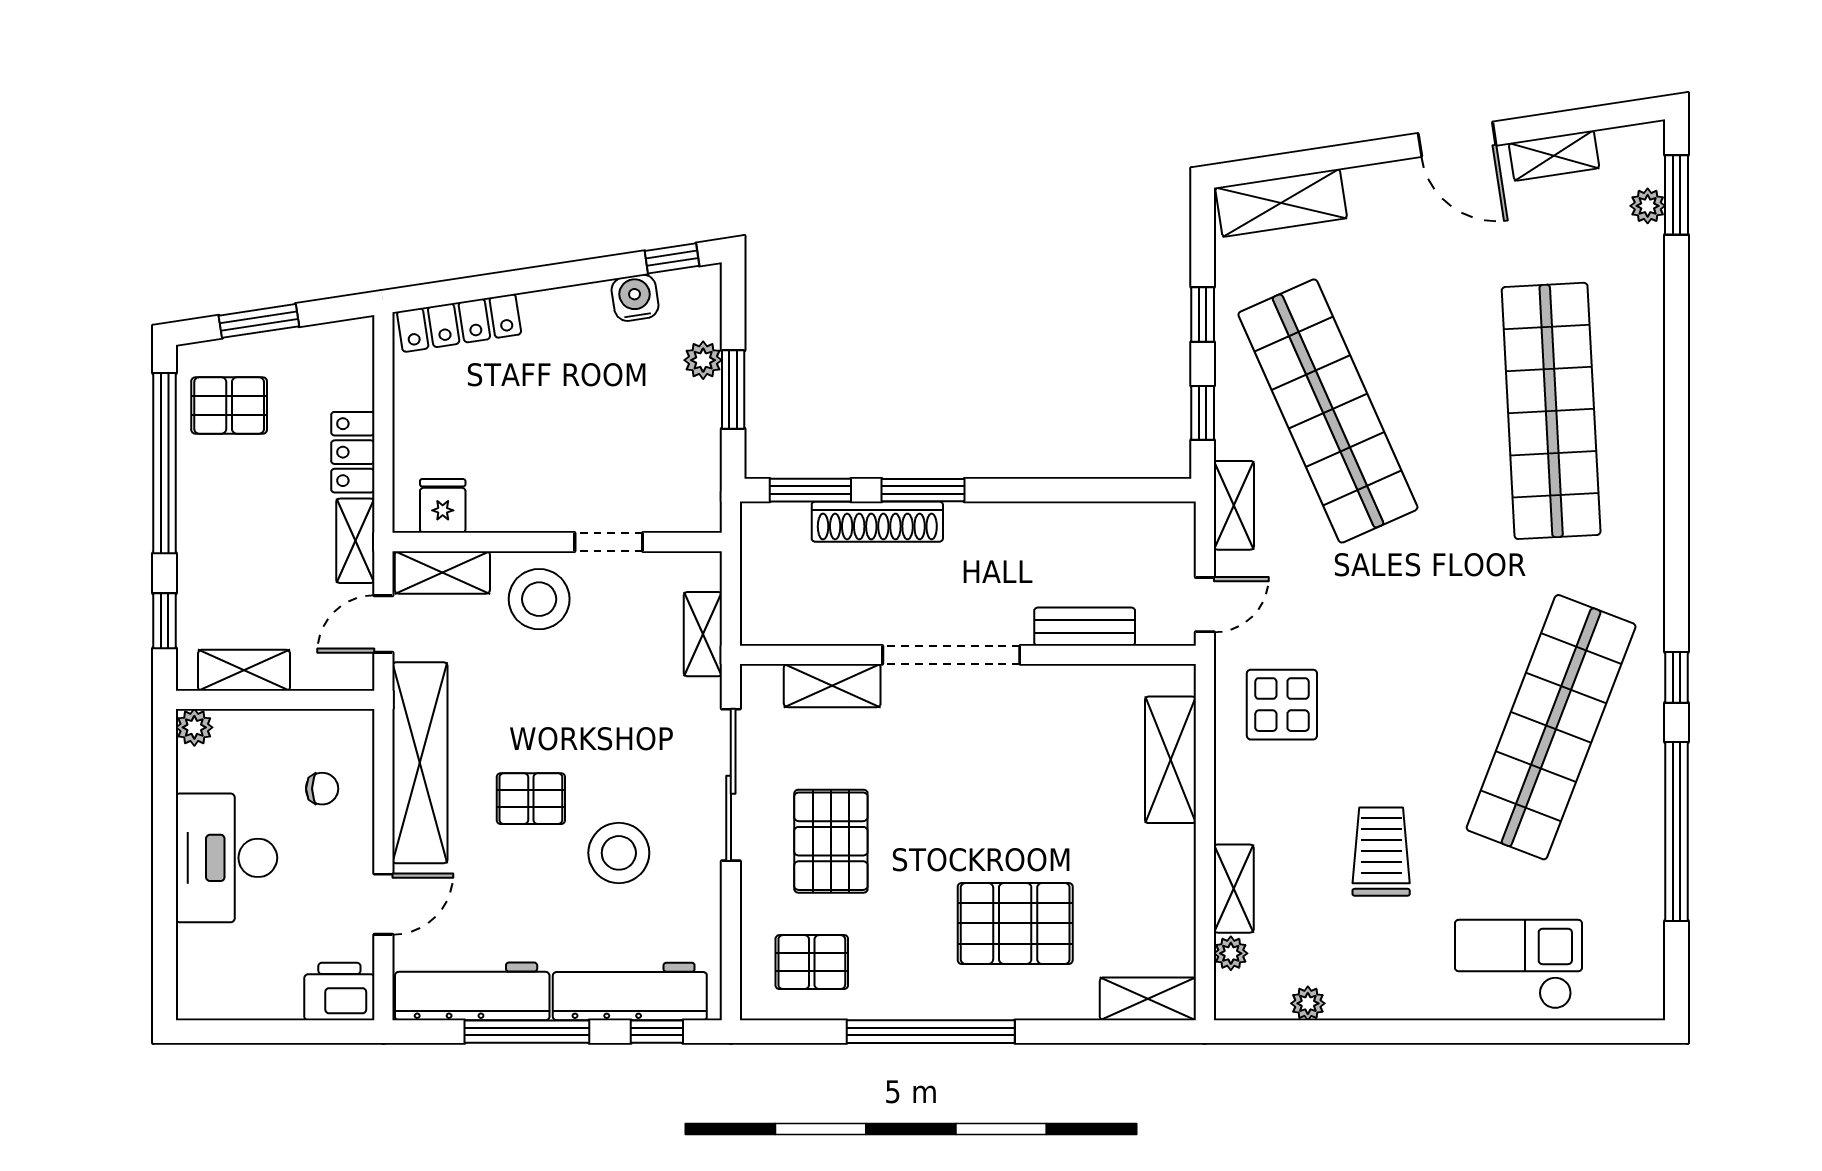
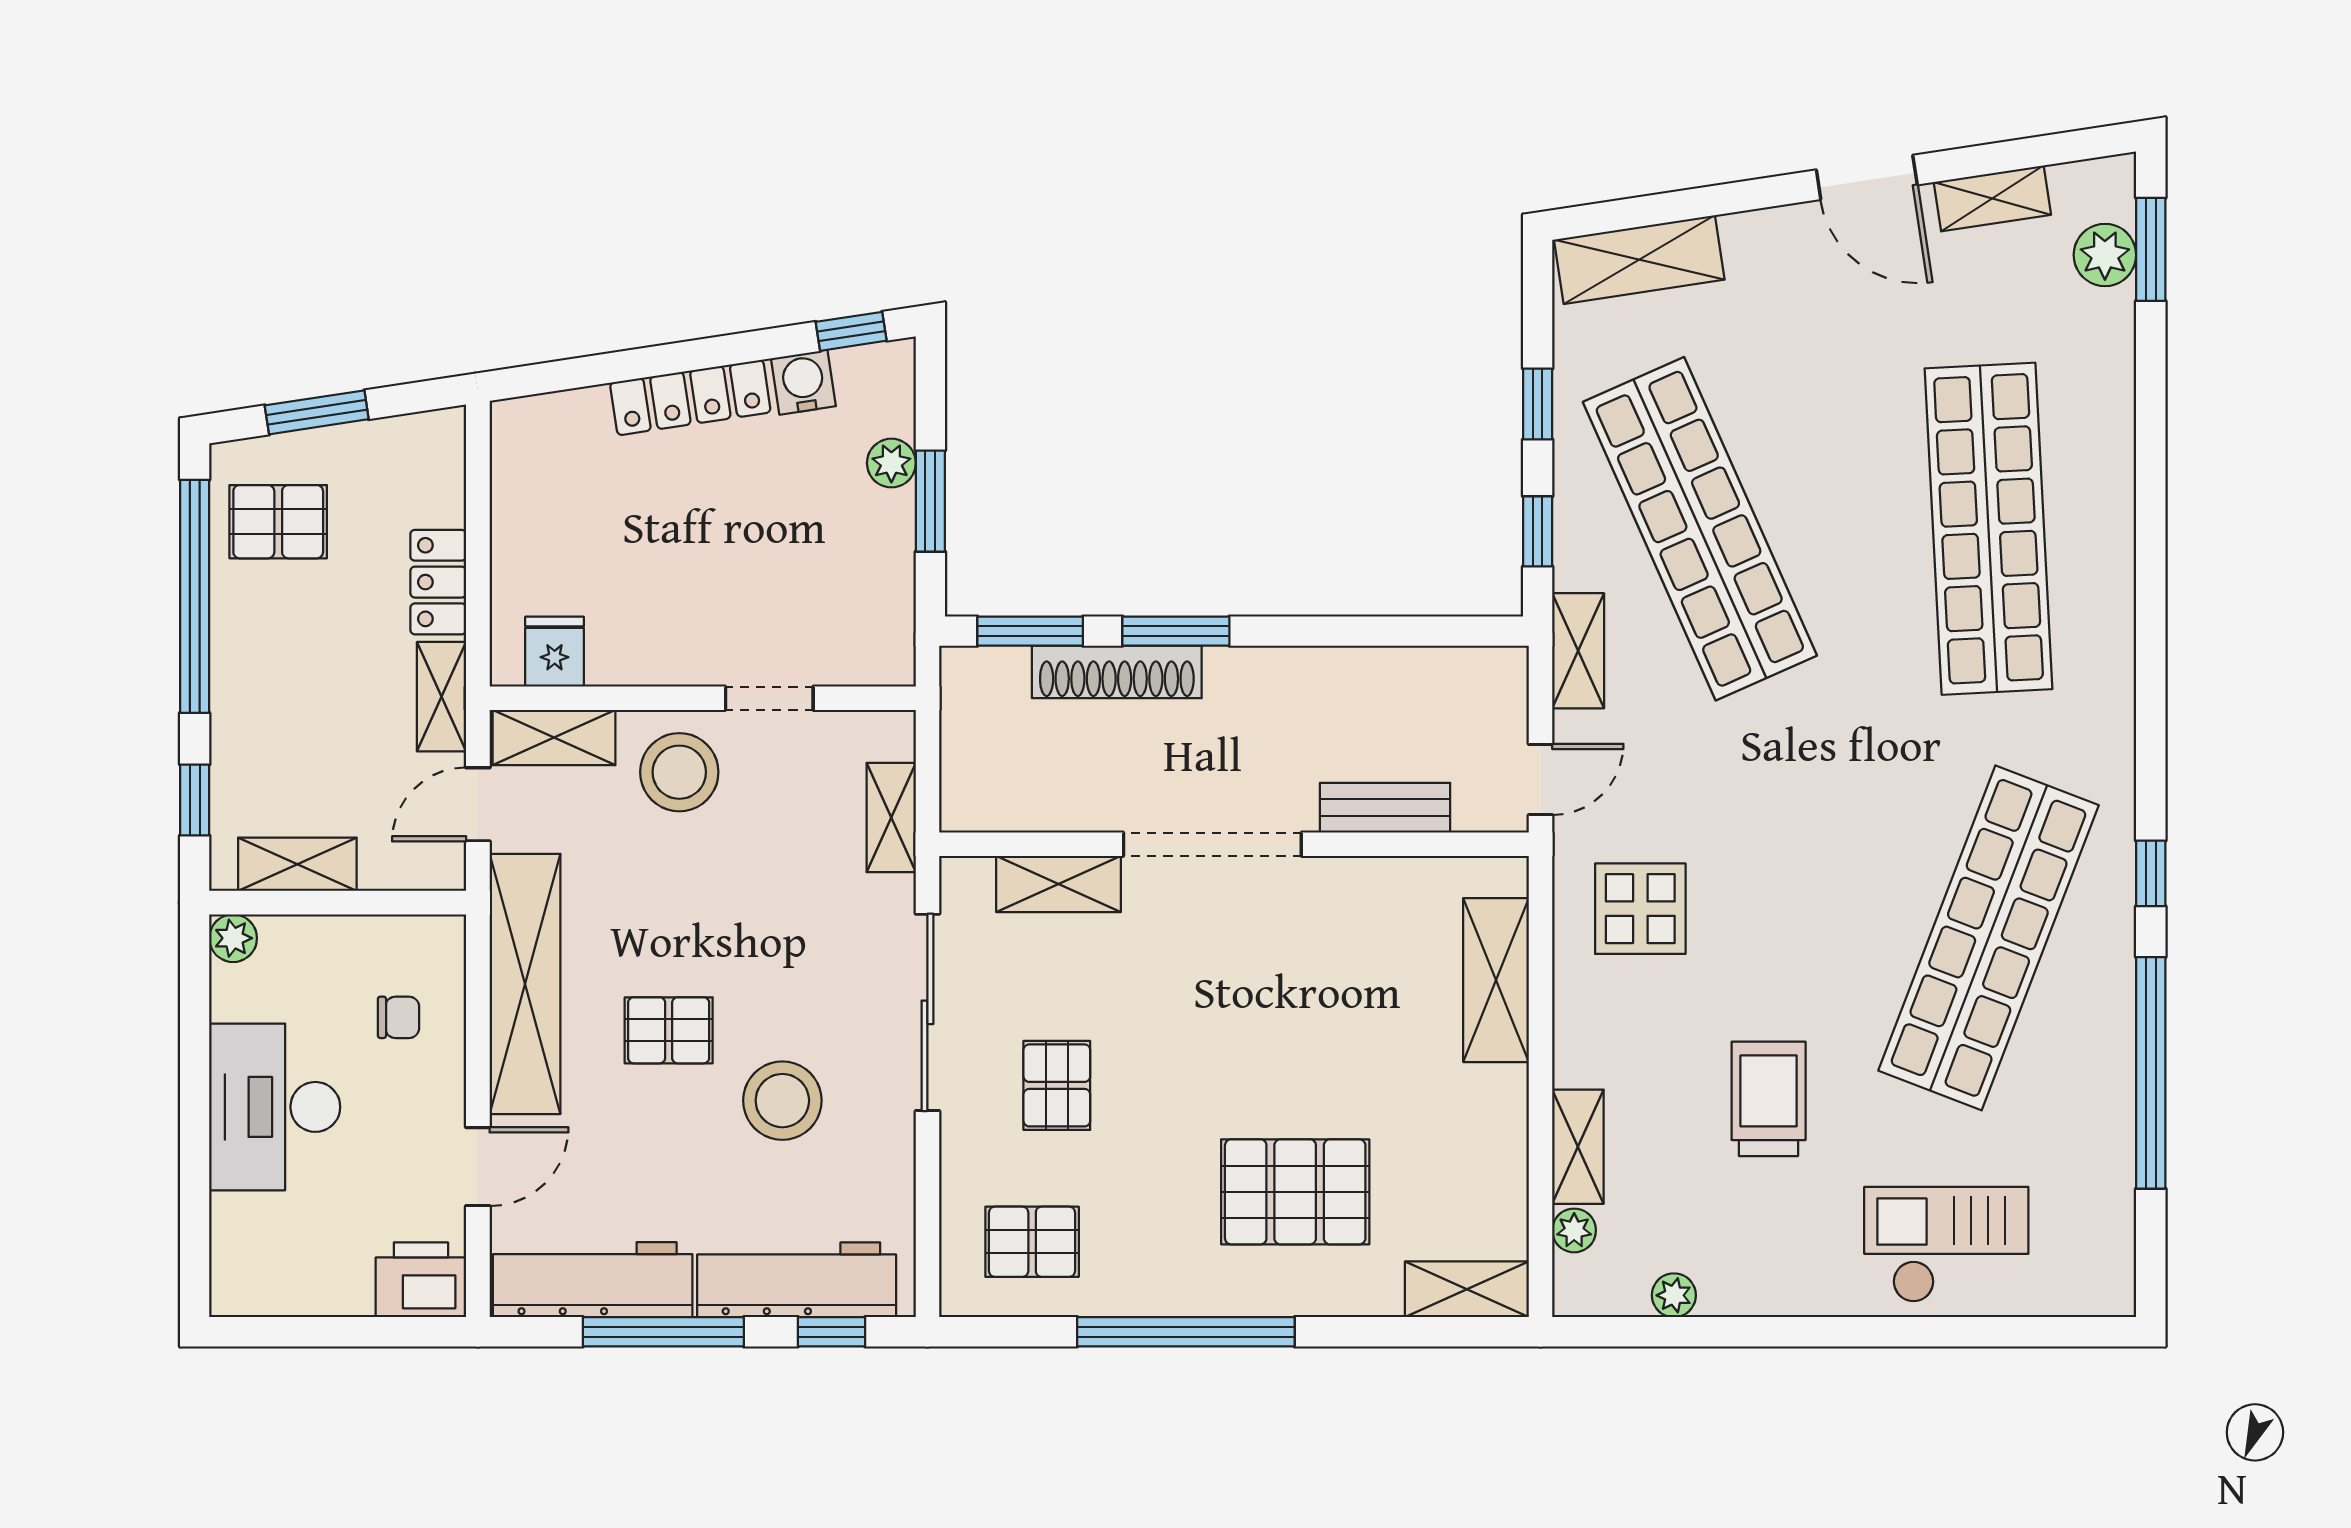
plant: (1648, 206) -> (2105, 255), width x1.38, depth x1.38
locker: (459, 323) -> (690, 397), moved
pallet: (831, 841) -> (1057, 1085), width x0.67, depth x0.71

